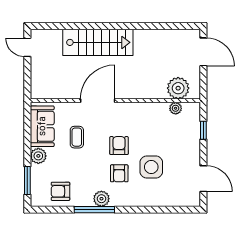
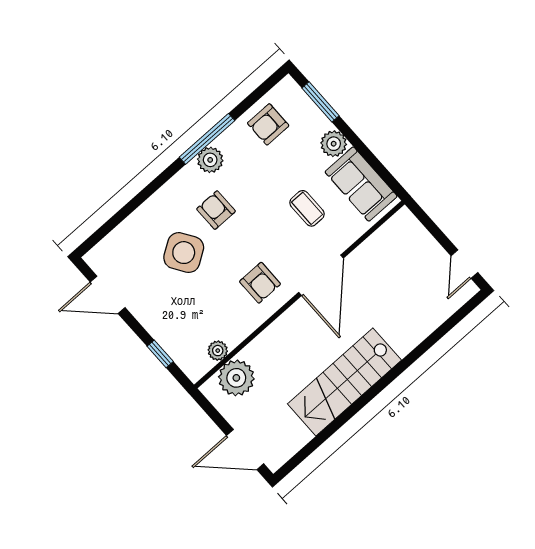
stairs: (98, 42) -> (344, 382), moved
door: (27, 47) -> (465, 264), swing flipped
armchair: (119, 146) -> (260, 283), moved
side table: (151, 167) -> (184, 253), turned -33
armchair: (60, 191) -> (268, 124), turned 180

